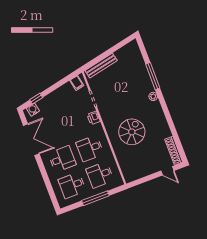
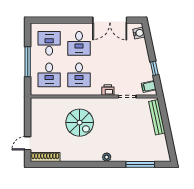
window: (153, 76) -> (140, 164), moved
window: (36, 99) -> (154, 68), moved
desk: (90, 148) -> (79, 75), turned 180
desk: (100, 175) -> (49, 75), turned 180

